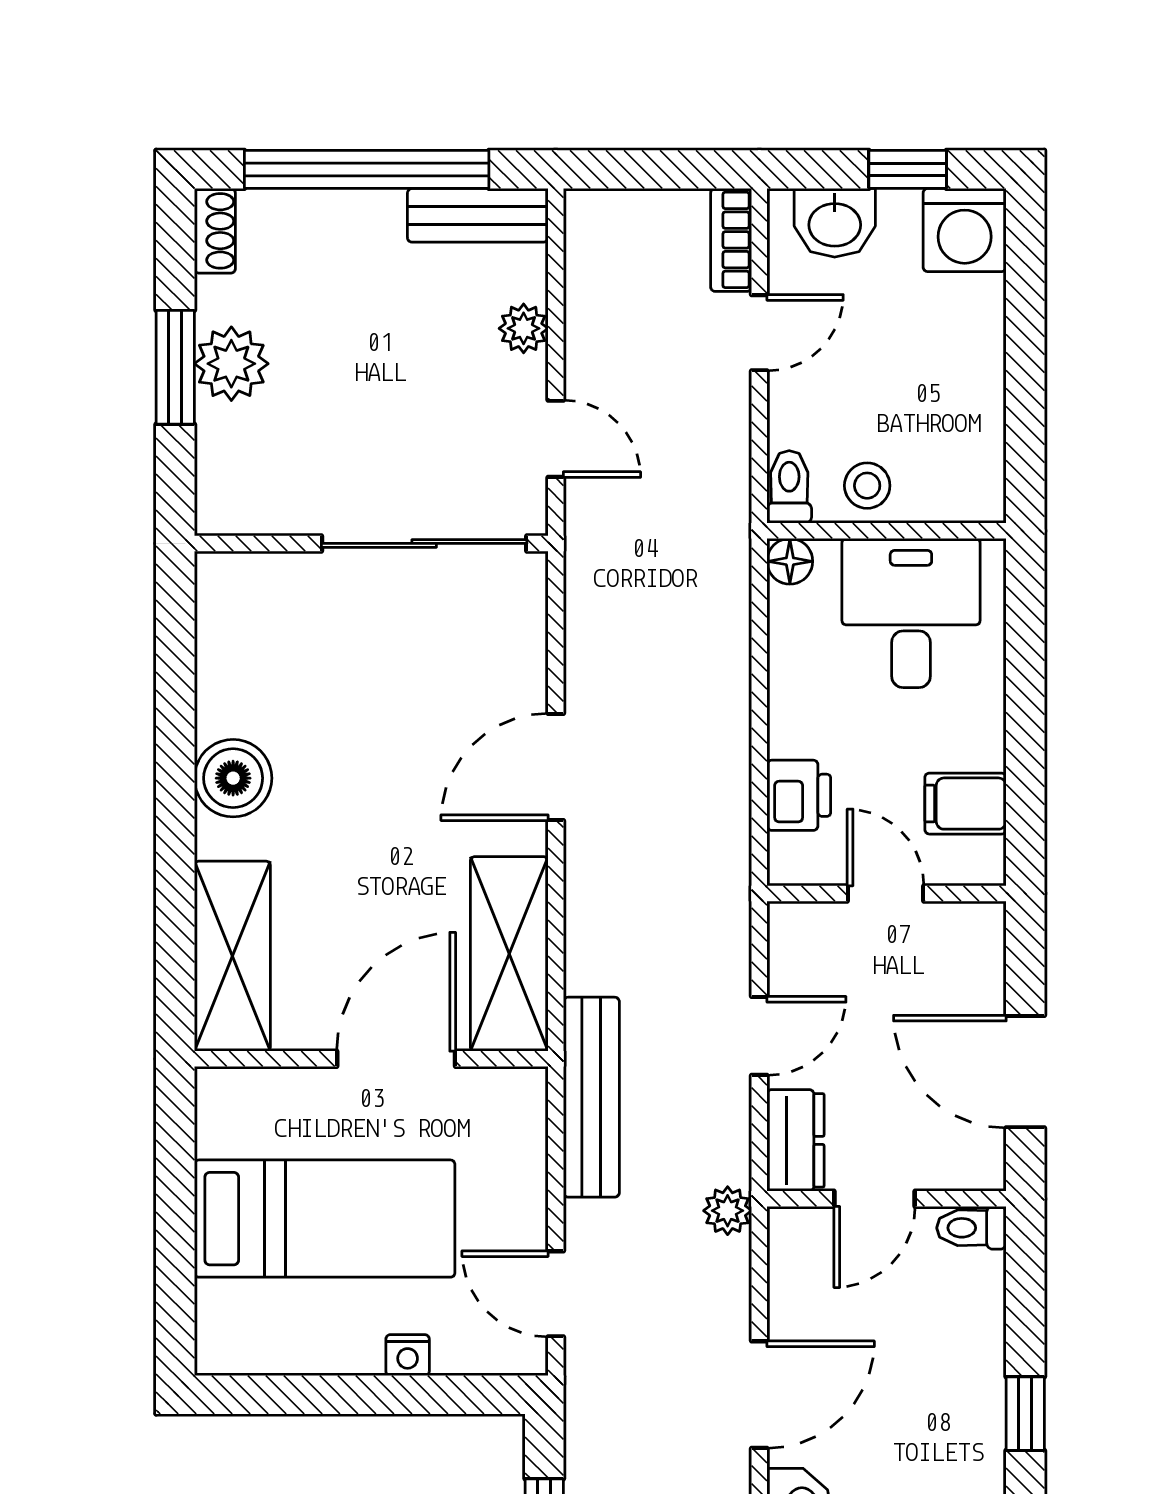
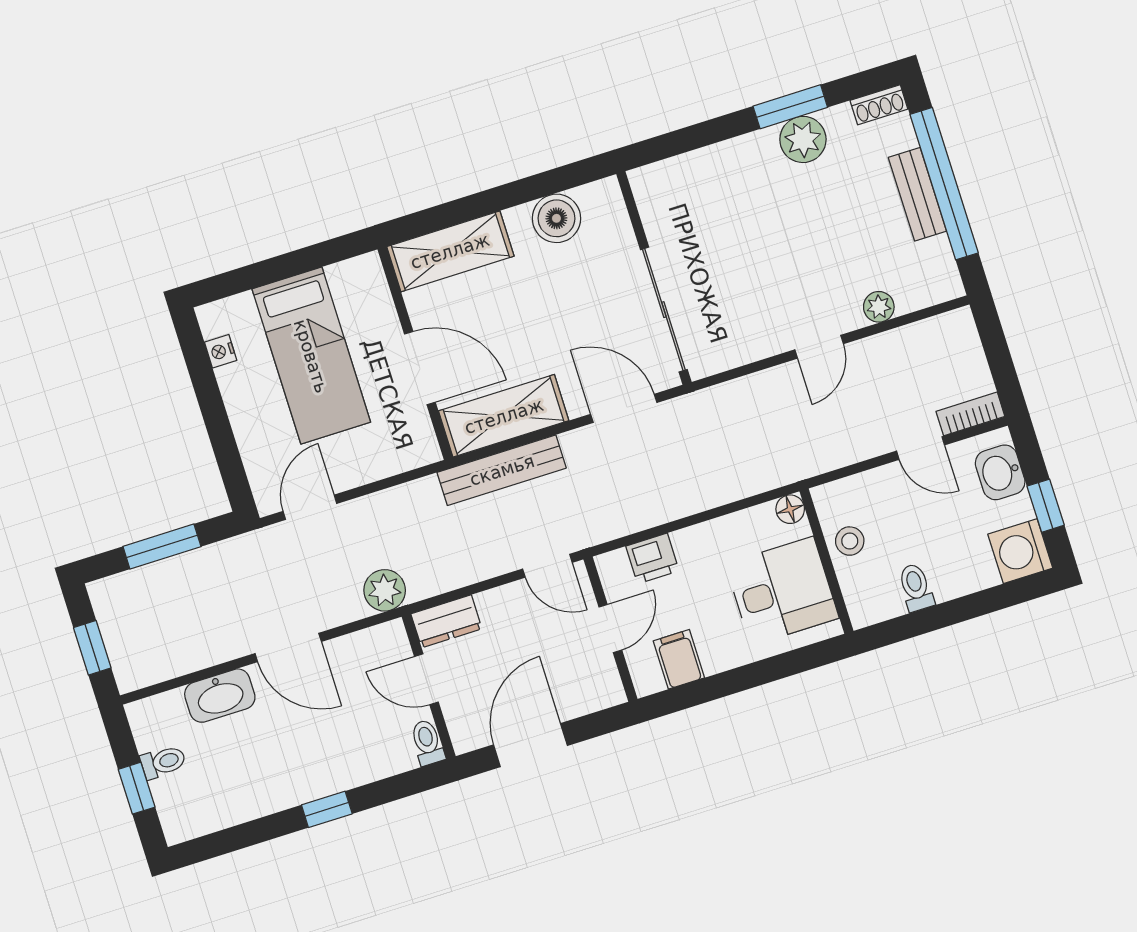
bench: (478, 215) -> (917, 194), moved
toilet: (789, 487) -> (916, 587), moved, turned -90
wall: (371, 543) -> (654, 278), moved
sliding door: (424, 543) -> (664, 310), moved
door: (759, 1036) -> (547, 566), moved
bench: (591, 1097) -> (502, 470), moved
plant: (728, 1211) -> (385, 590), width x1.38, depth x1.38
nightstand: (408, 1355) -> (221, 351), moved

